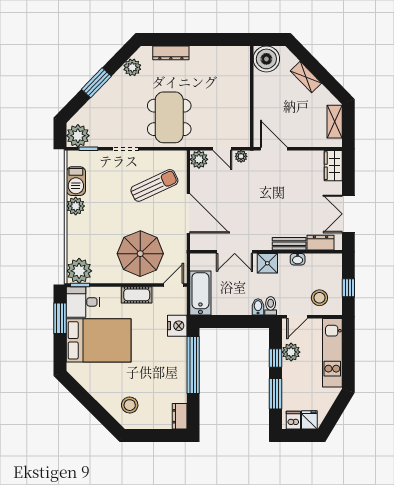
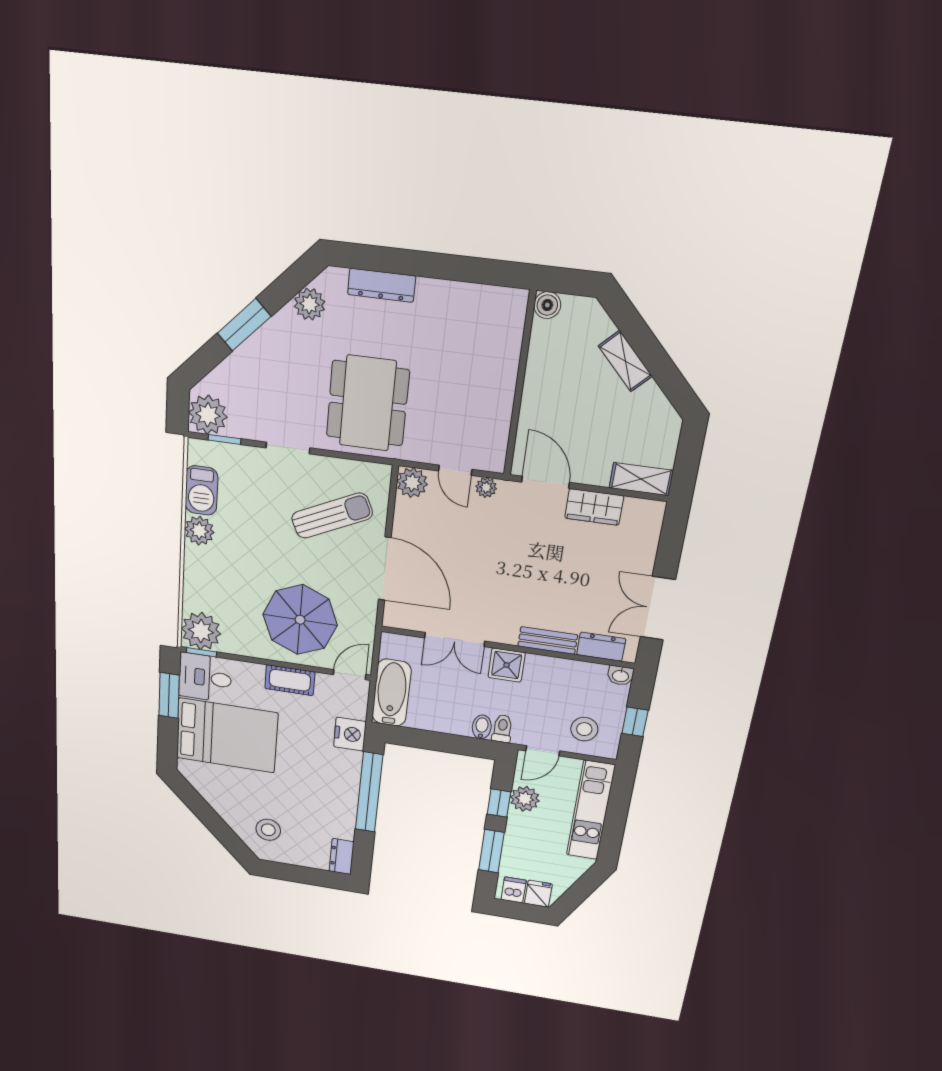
boiler: (266, 59) -> (547, 305), width x0.54, depth x0.54
shelving: (335, 122) -> (641, 479), moved, turned 90
wardrobe: (333, 166) -> (594, 507), moved, turned -90
washbasin: (298, 259) -> (620, 676), moved

